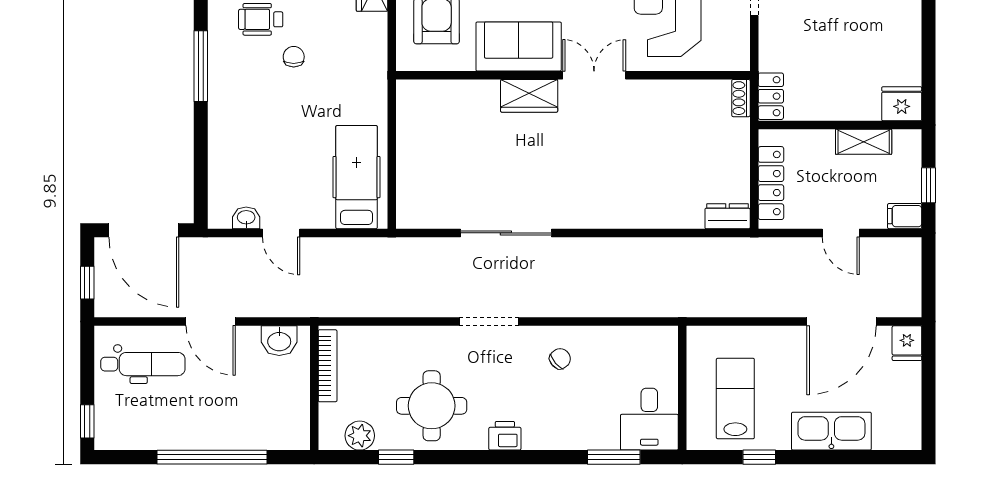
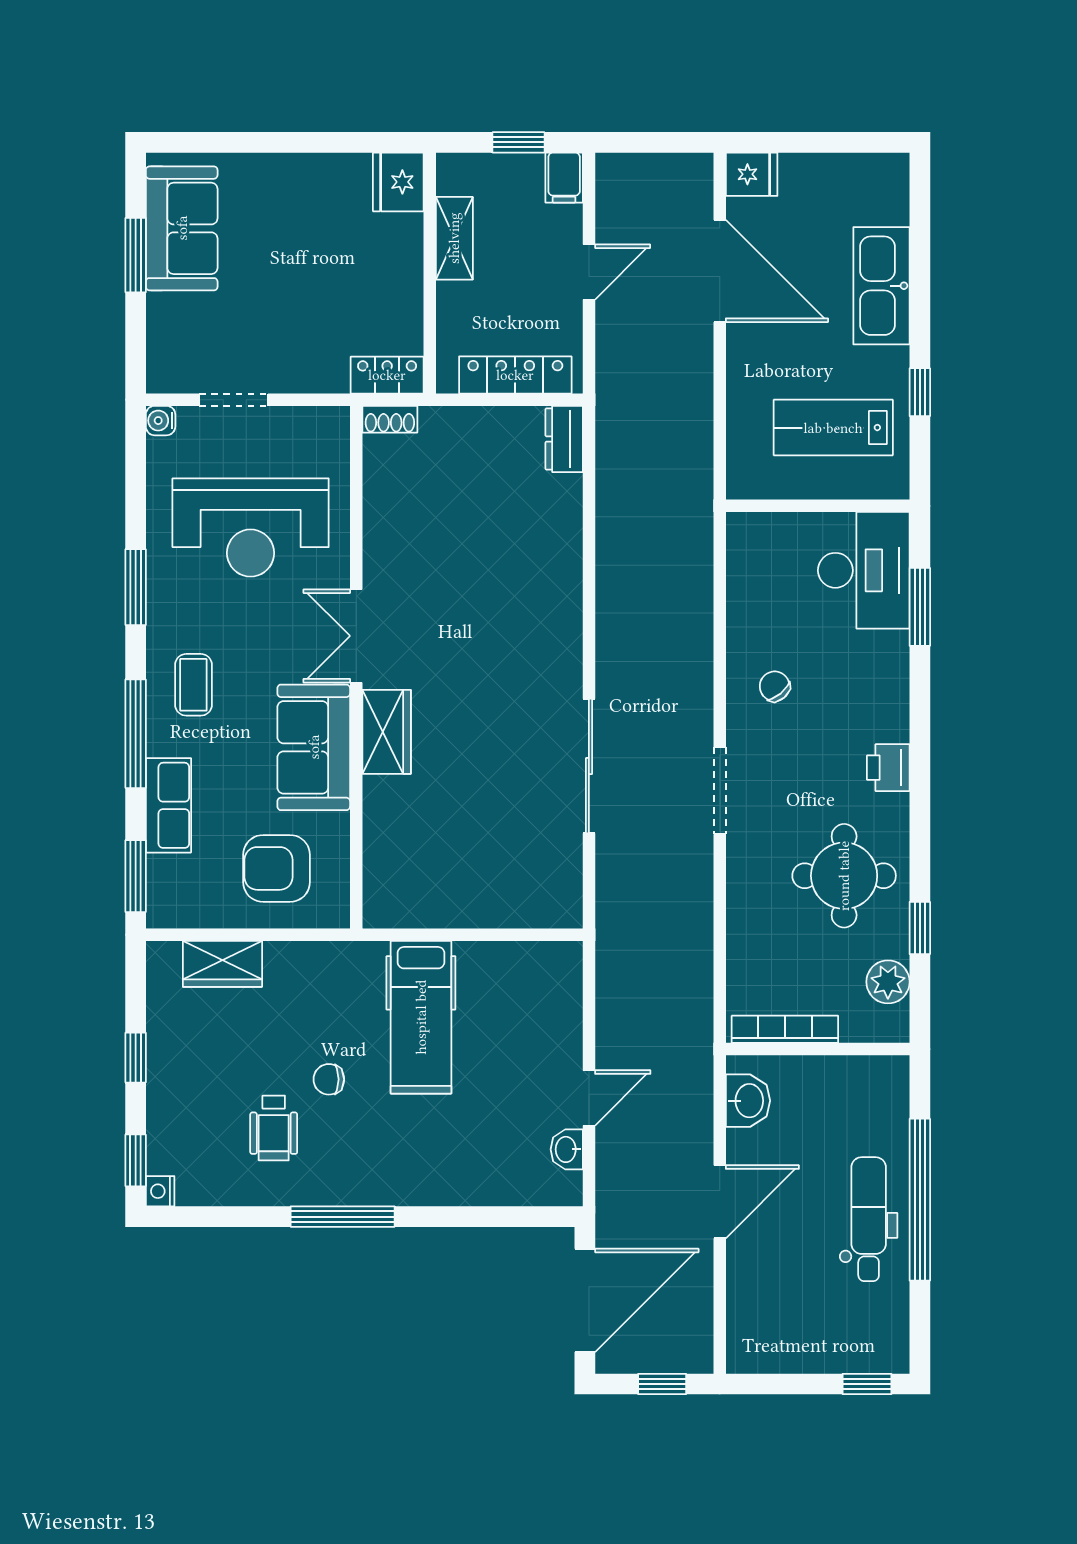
hospital bed: (357, 177) -> (421, 1017), moved, turned -90
dental chair: (143, 364) -> (869, 1219), moved
desk: (649, 419) -> (864, 570), width x1.37

